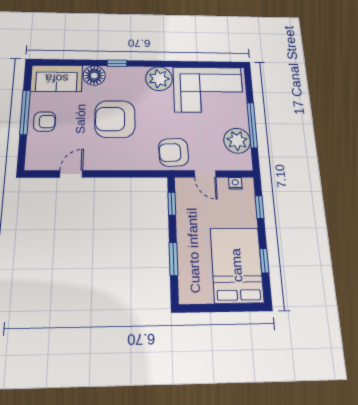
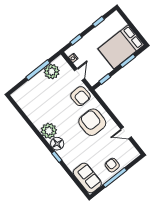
floor lamp: (94, 76) -> (57, 144), moved
corner sofa: (208, 90) -> (36, 104), removed
armchair: (115, 119) -> (92, 122), moved, turned 180
bed: (237, 265) -> (121, 47), moved

